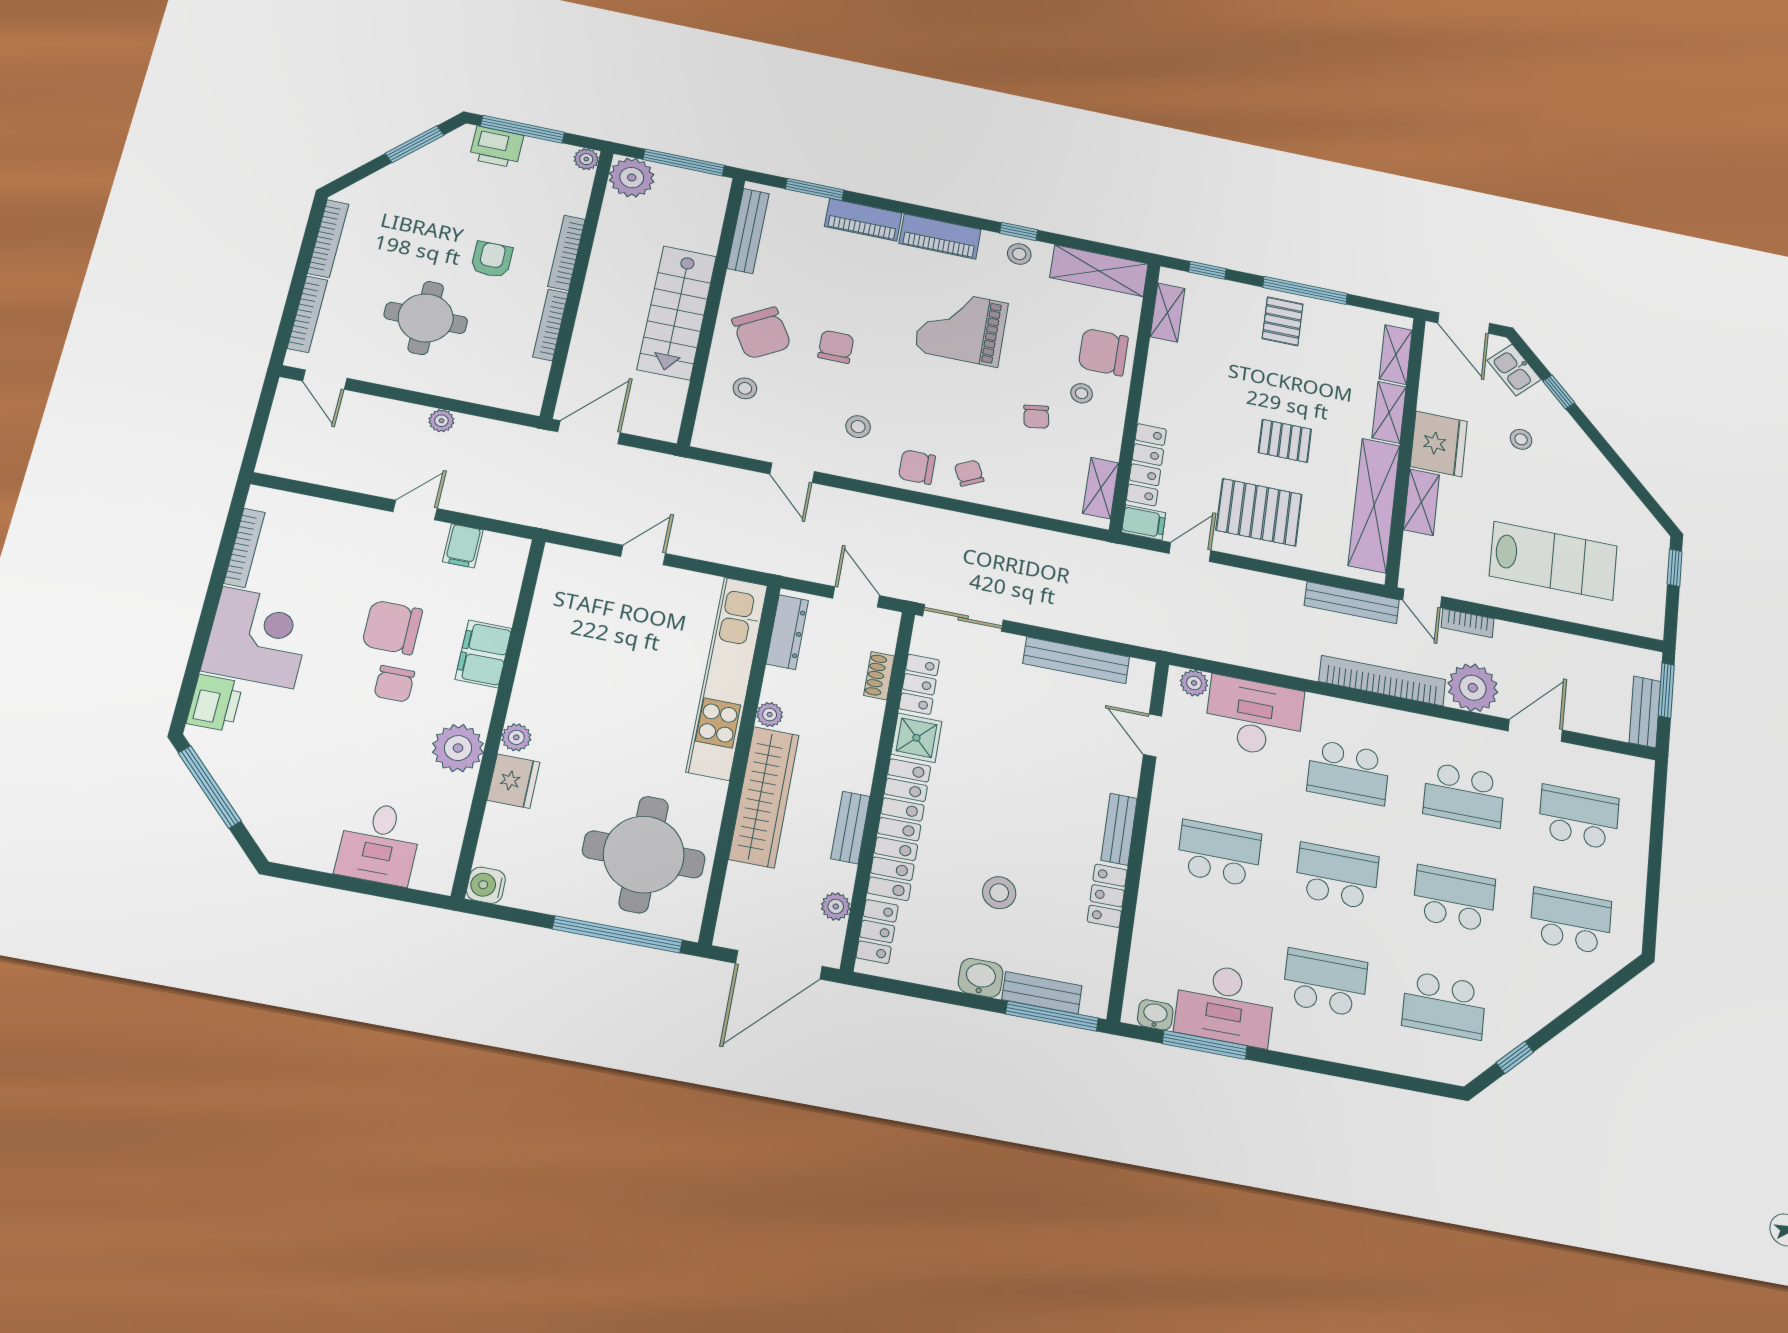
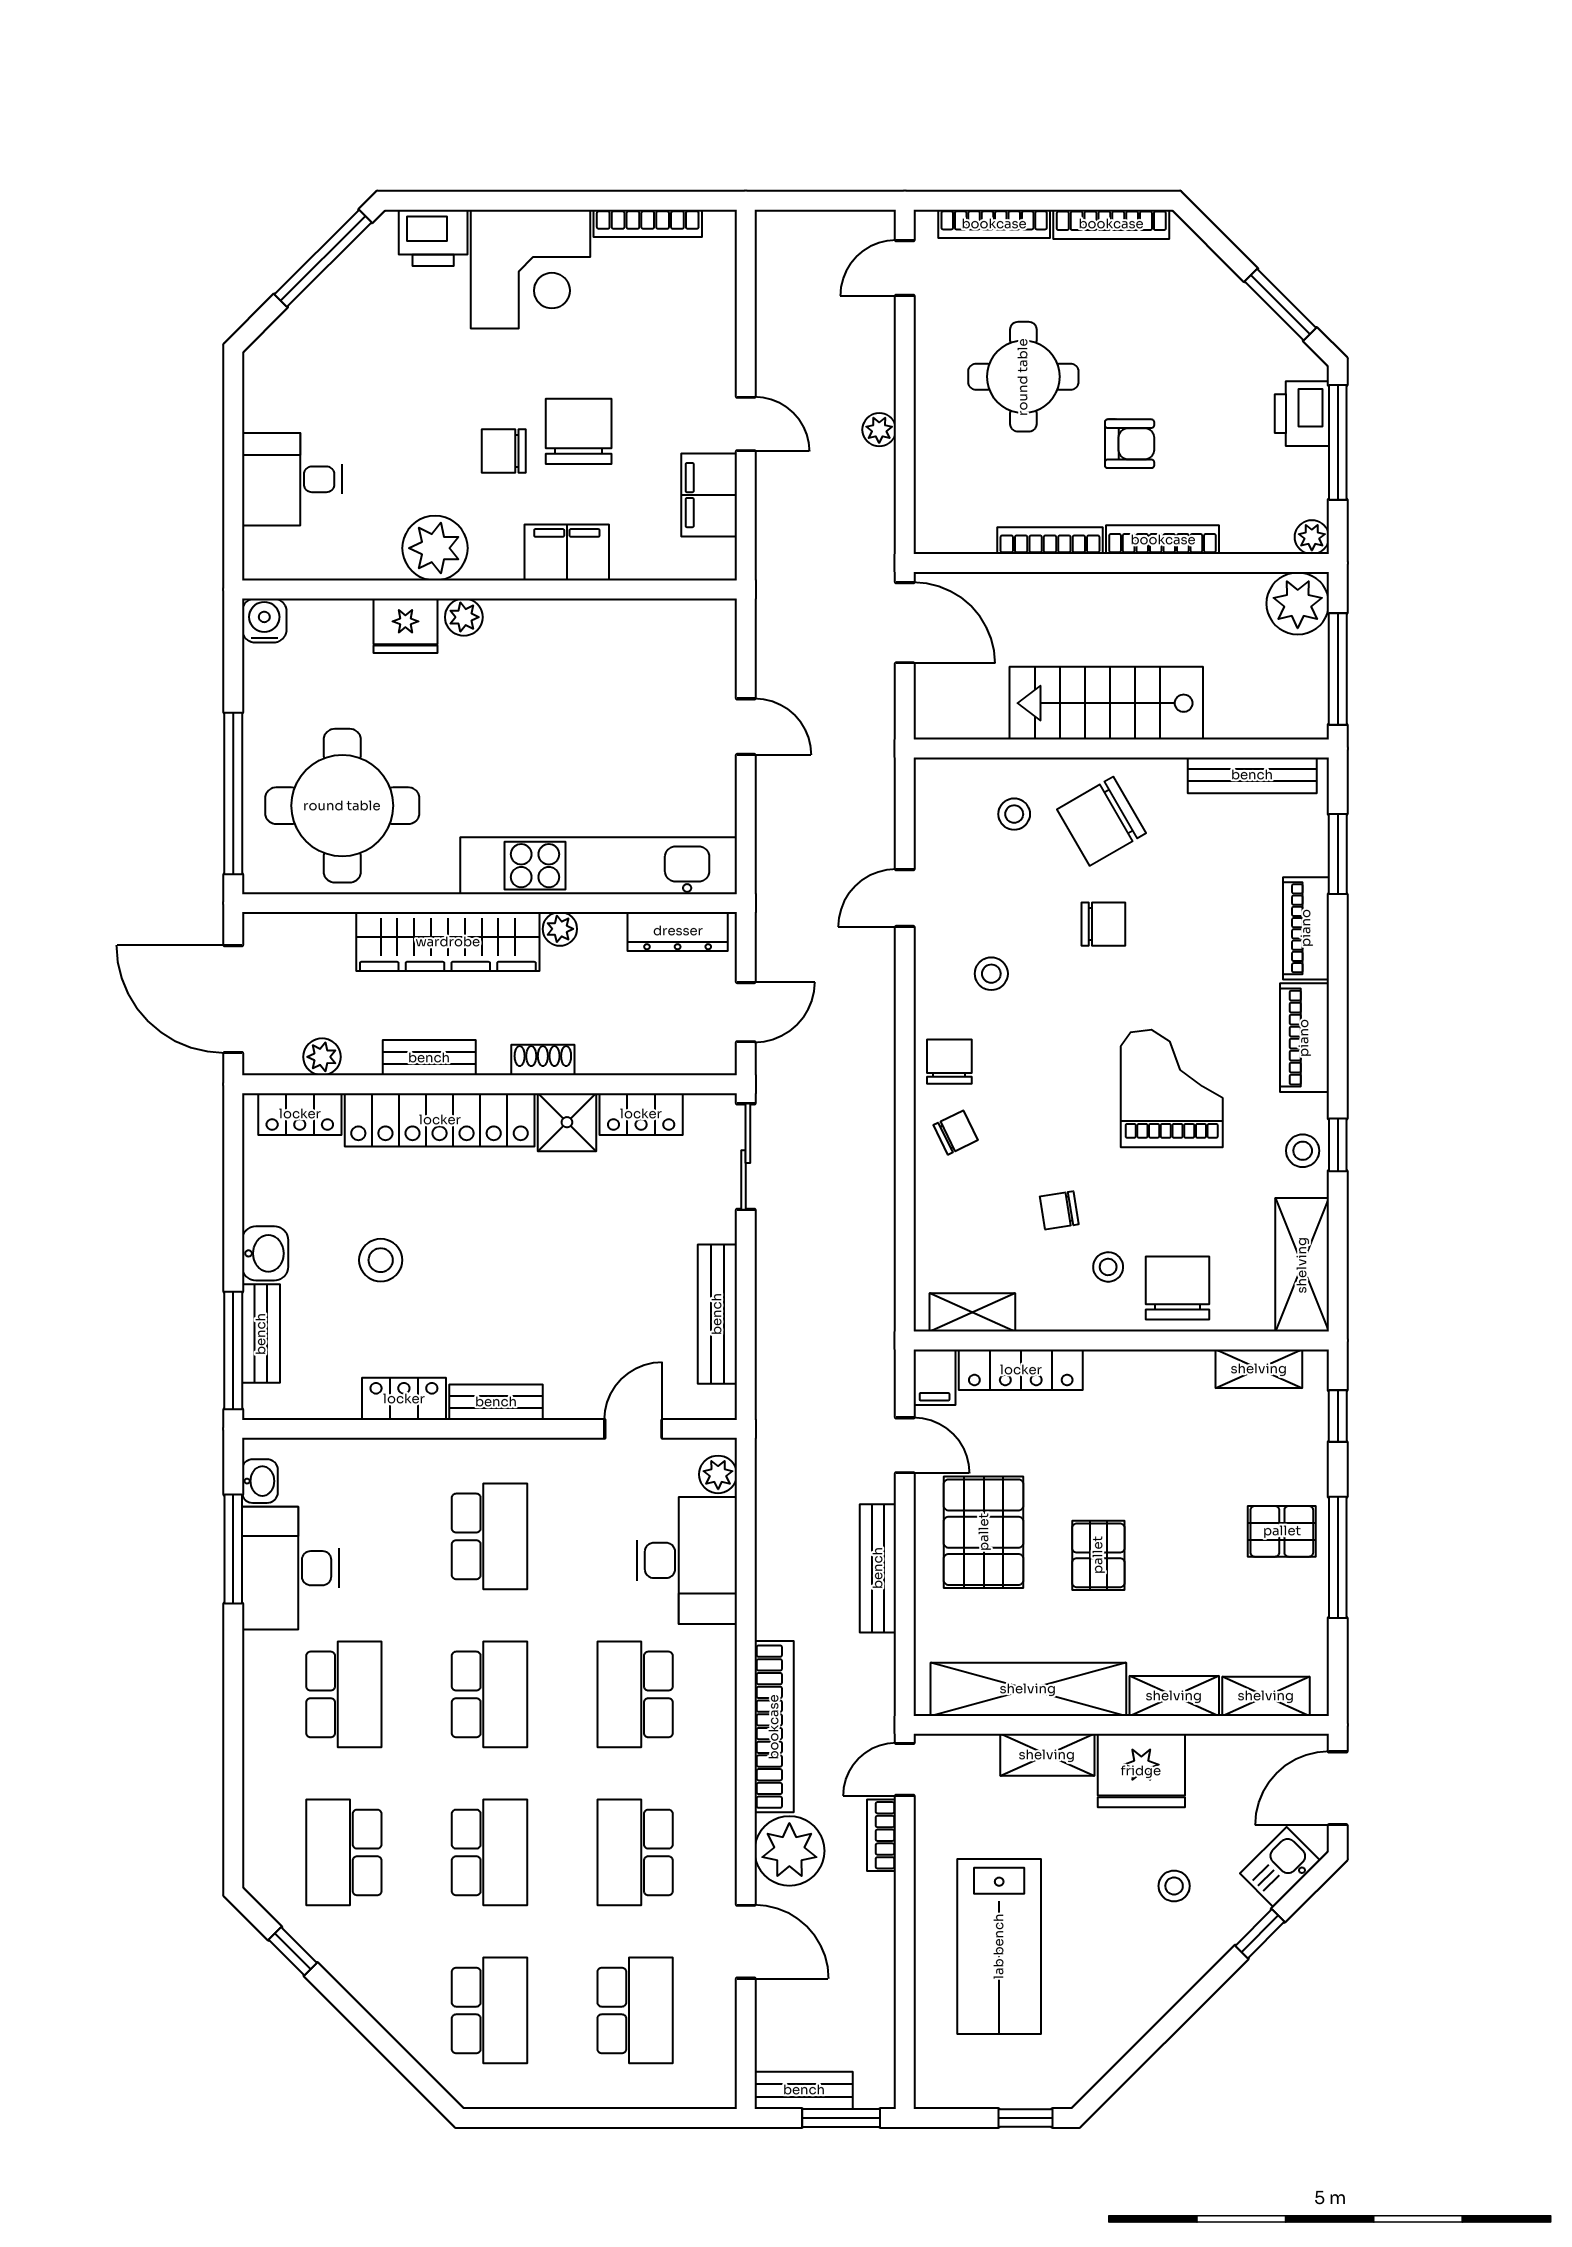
filing cabinet: (463, 546) -> (709, 495), width x2.00
bench: (1352, 603) -> (878, 1568), moved
shoe rack: (879, 676) -> (543, 1060), moved

